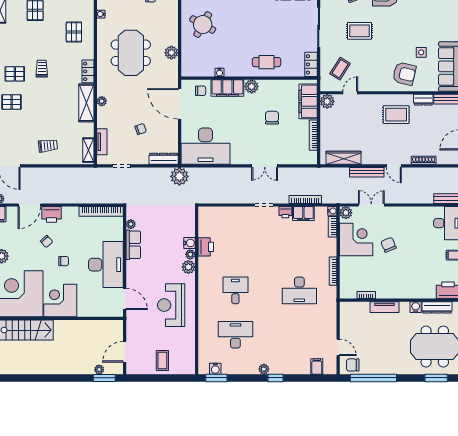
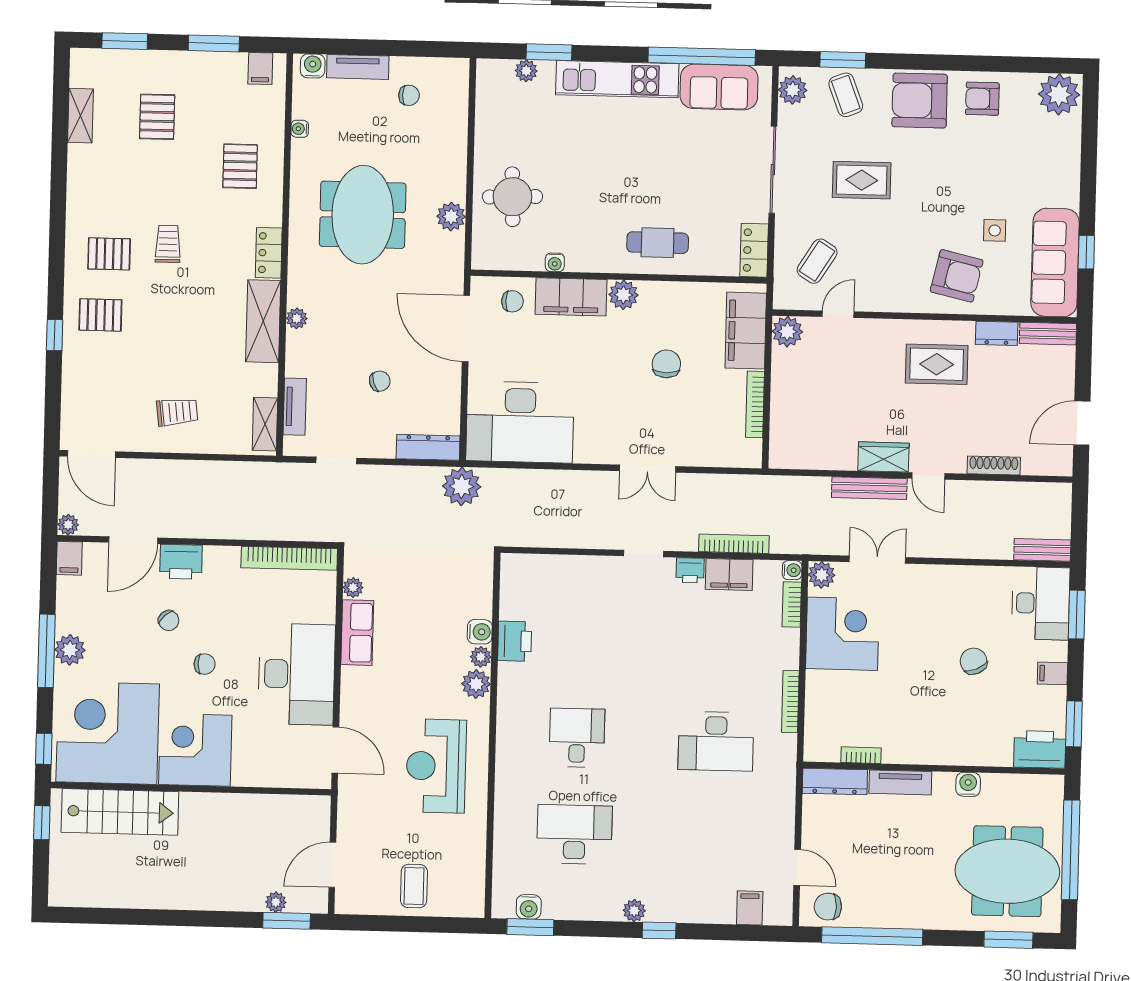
round table: (203, 25) -> (512, 197), moved, turned -31
wardrobe: (343, 158) -> (883, 457), moved, width x0.67
chair: (388, 245) -> (974, 661), moved
dresser: (437, 307) -> (835, 781), moved

